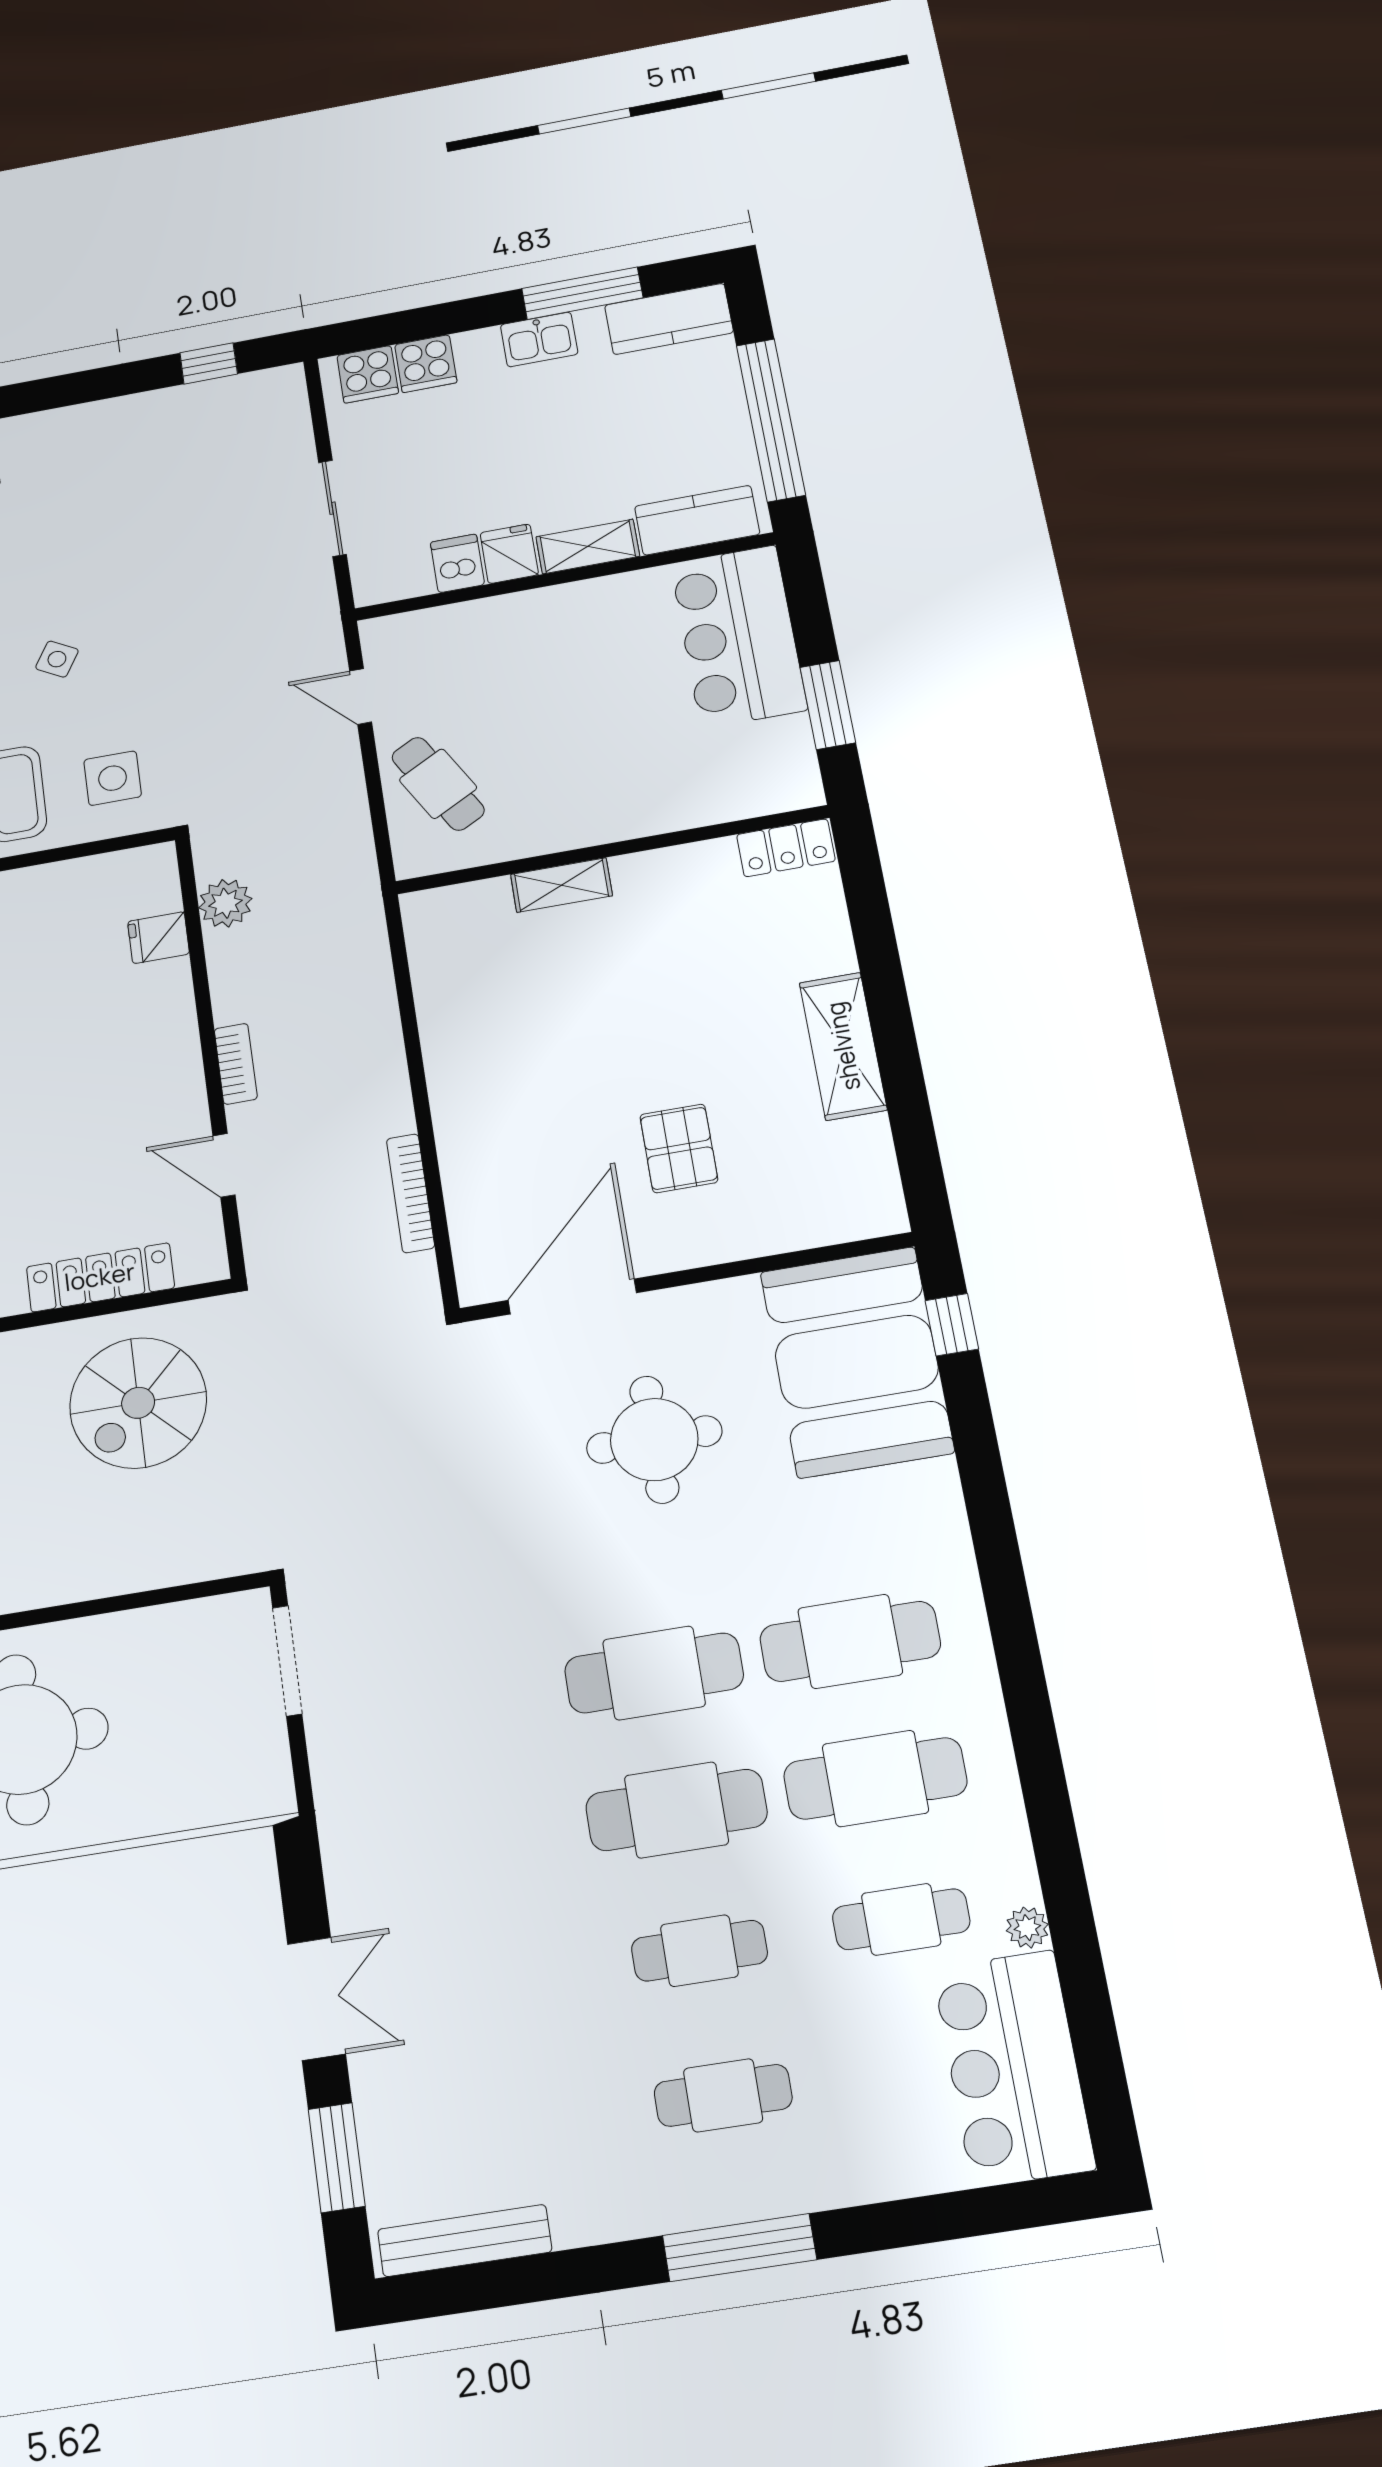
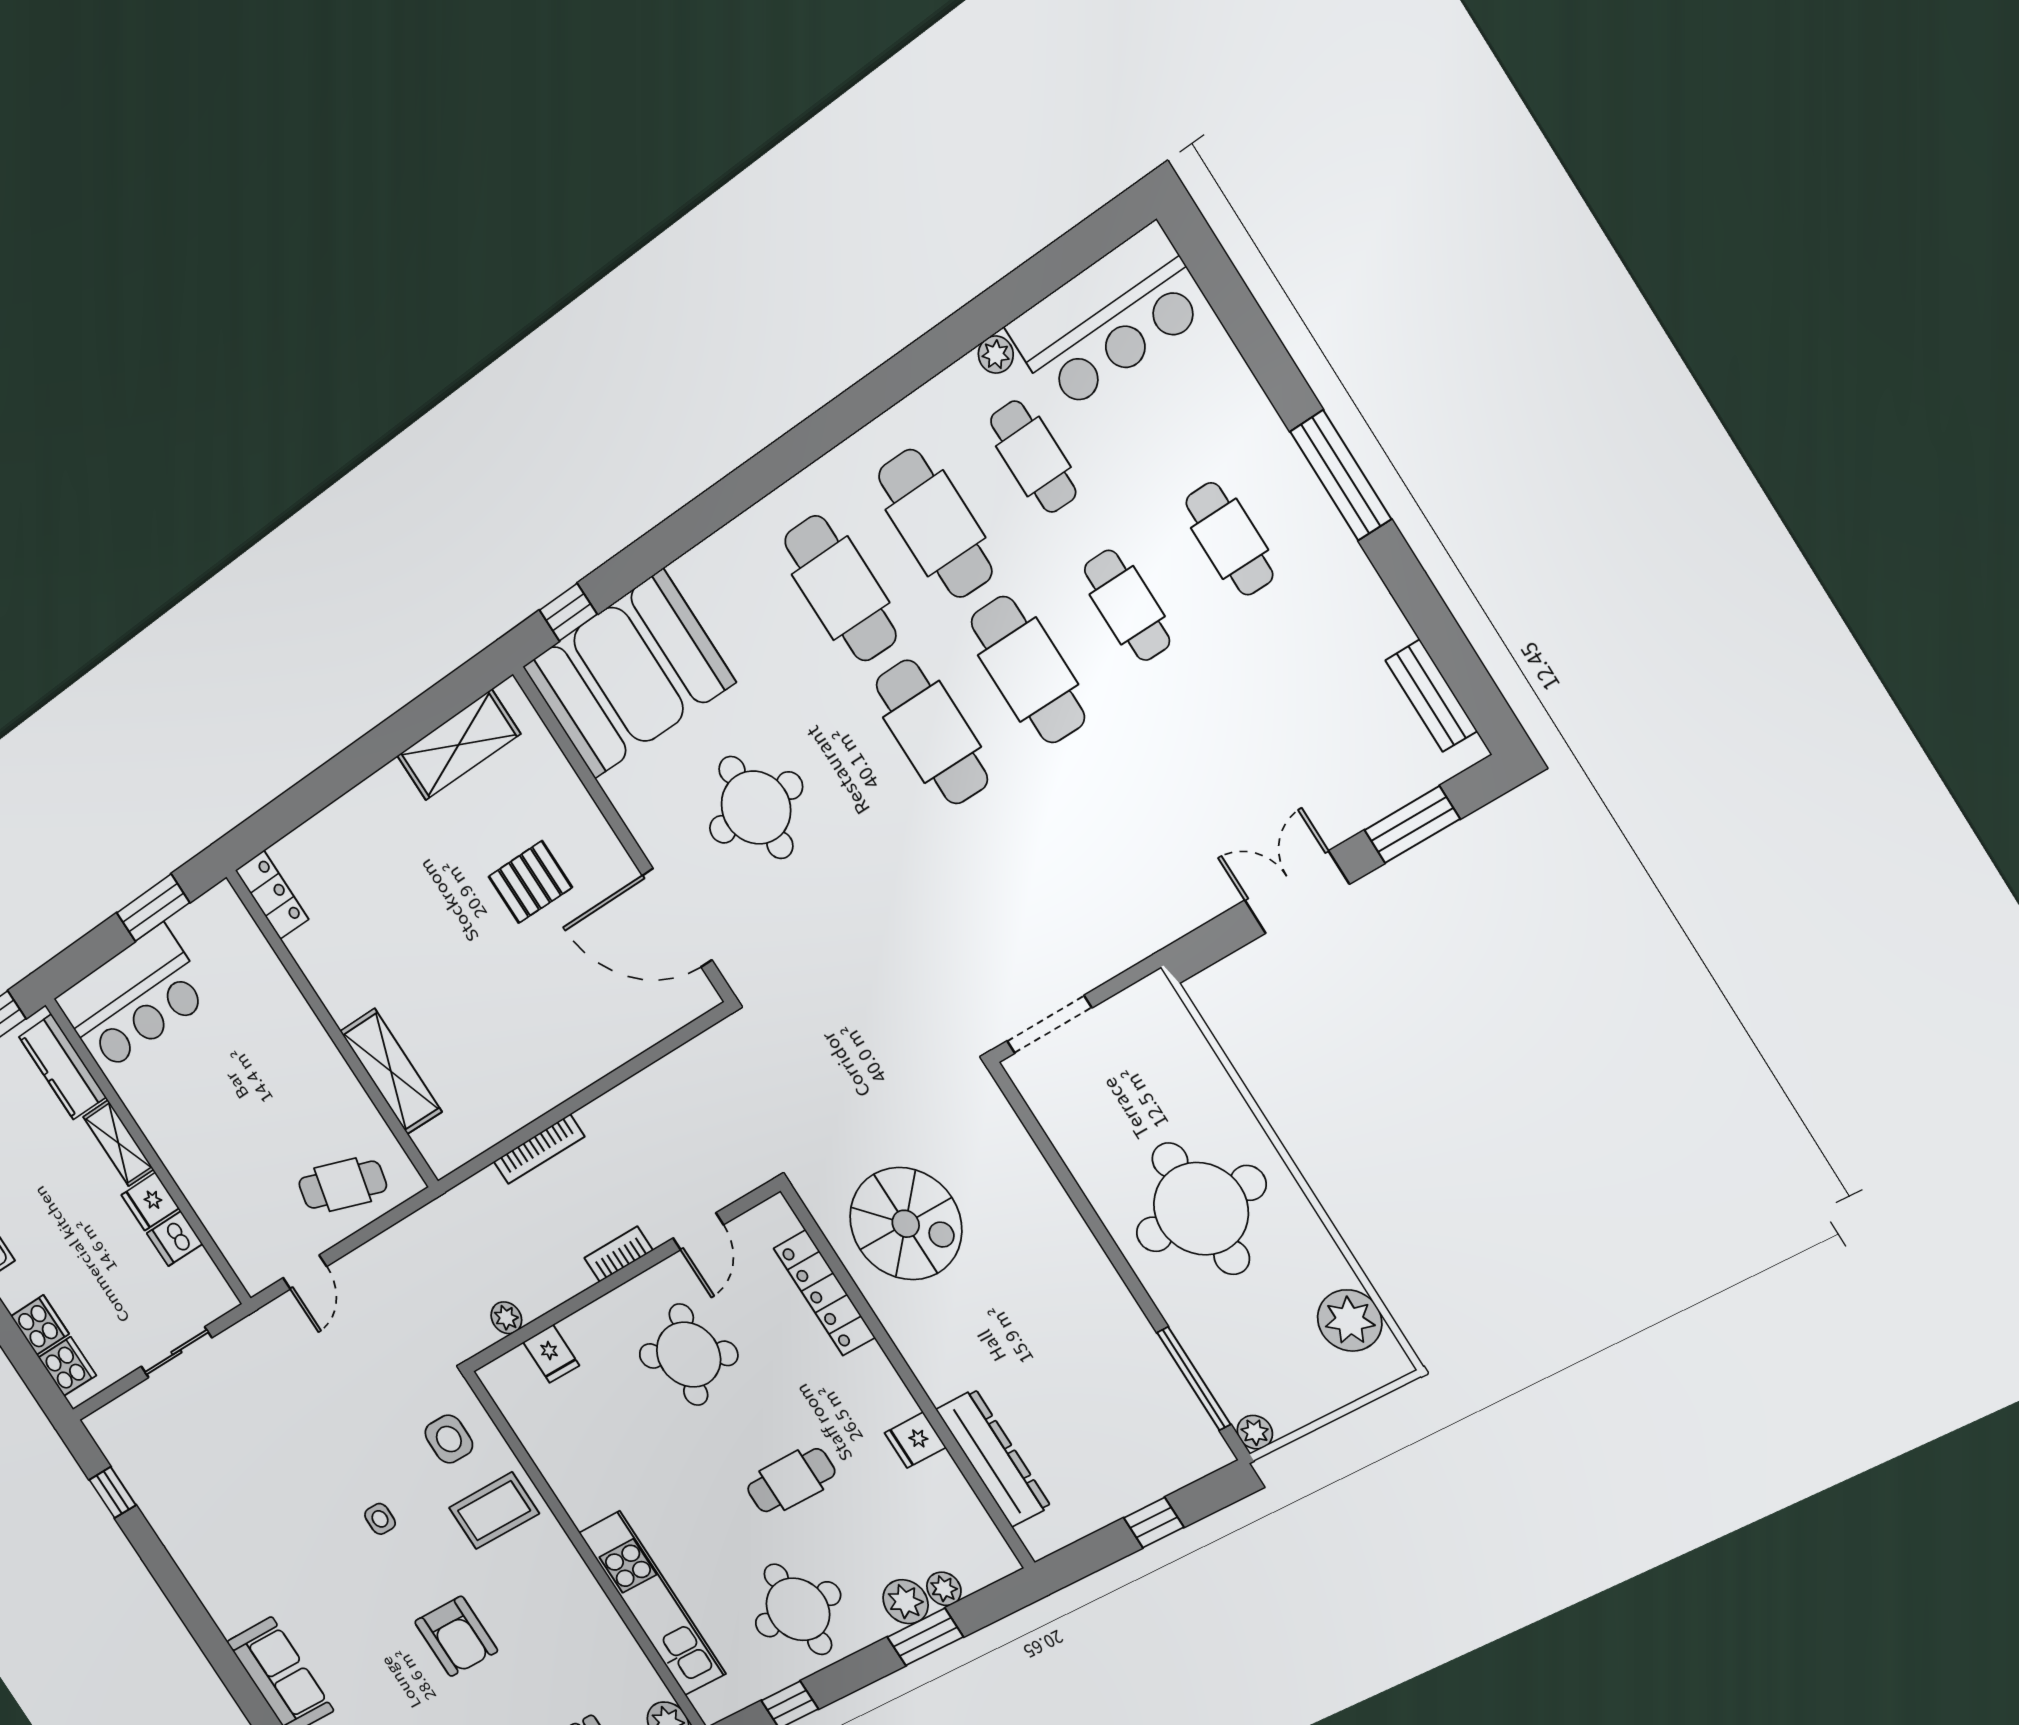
side table: (57, 659) -> (380, 1519), turned -30
cafe table: (438, 784) -> (343, 1185), turned 45
shelving: (561, 885) -> (391, 1071), width x1.50, depth x1.33
plant: (225, 903) -> (506, 1318), width x0.73, depth x0.73
shelving: (843, 1046) -> (458, 745), moved
round table: (95, 1093) -> (689, 1355), added
bookcase: (410, 1193) -> (539, 1149), moved
bench: (465, 2241) -> (1431, 696), width x0.73

